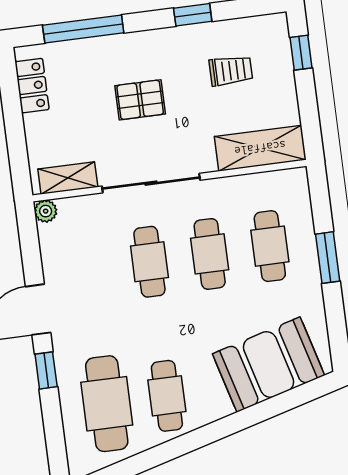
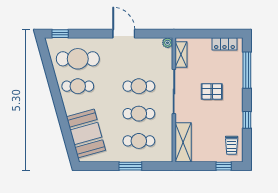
trolley: (231, 71) -> (232, 145), moved
pallet: (140, 100) -> (212, 91), turned 90
window: (46, 370) -> (60, 34), moved

